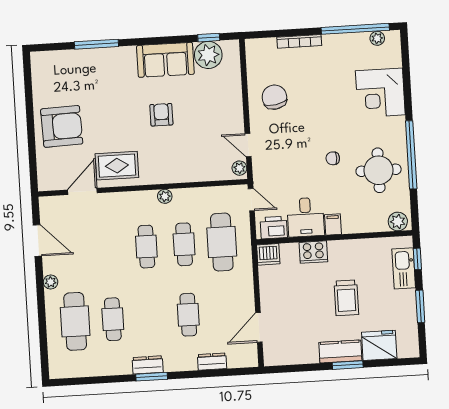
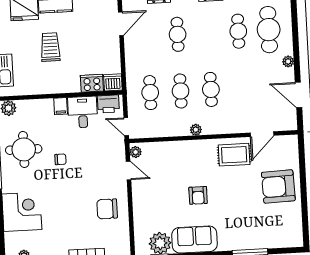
chair: (274, 97) -> (107, 209), turned 100
cafe table: (222, 242) -> (150, 93), width x0.73, depth x0.74
cooker: (313, 252) -> (92, 83), moved

